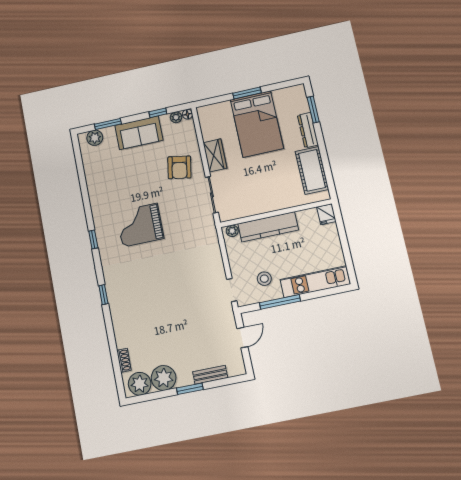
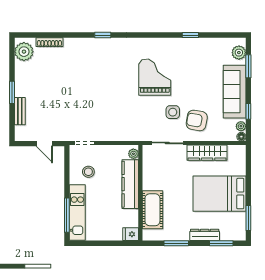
window: (247, 93) -> (248, 218), moved
sofa: (139, 133) -> (235, 92), width x1.36
wardrobe: (215, 155) -> (207, 153), width x1.50
window: (325, 160) -> (176, 243), added
cot: (312, 170) -> (152, 210), moved, turned 90
side table: (175, 196) -> (173, 112), added
window: (93, 239) -> (190, 35), moved
window: (280, 302) -> (67, 215), moved
shoe rack: (124, 360) -> (49, 42), width x1.43
plant: (164, 378) -> (25, 72), removed

